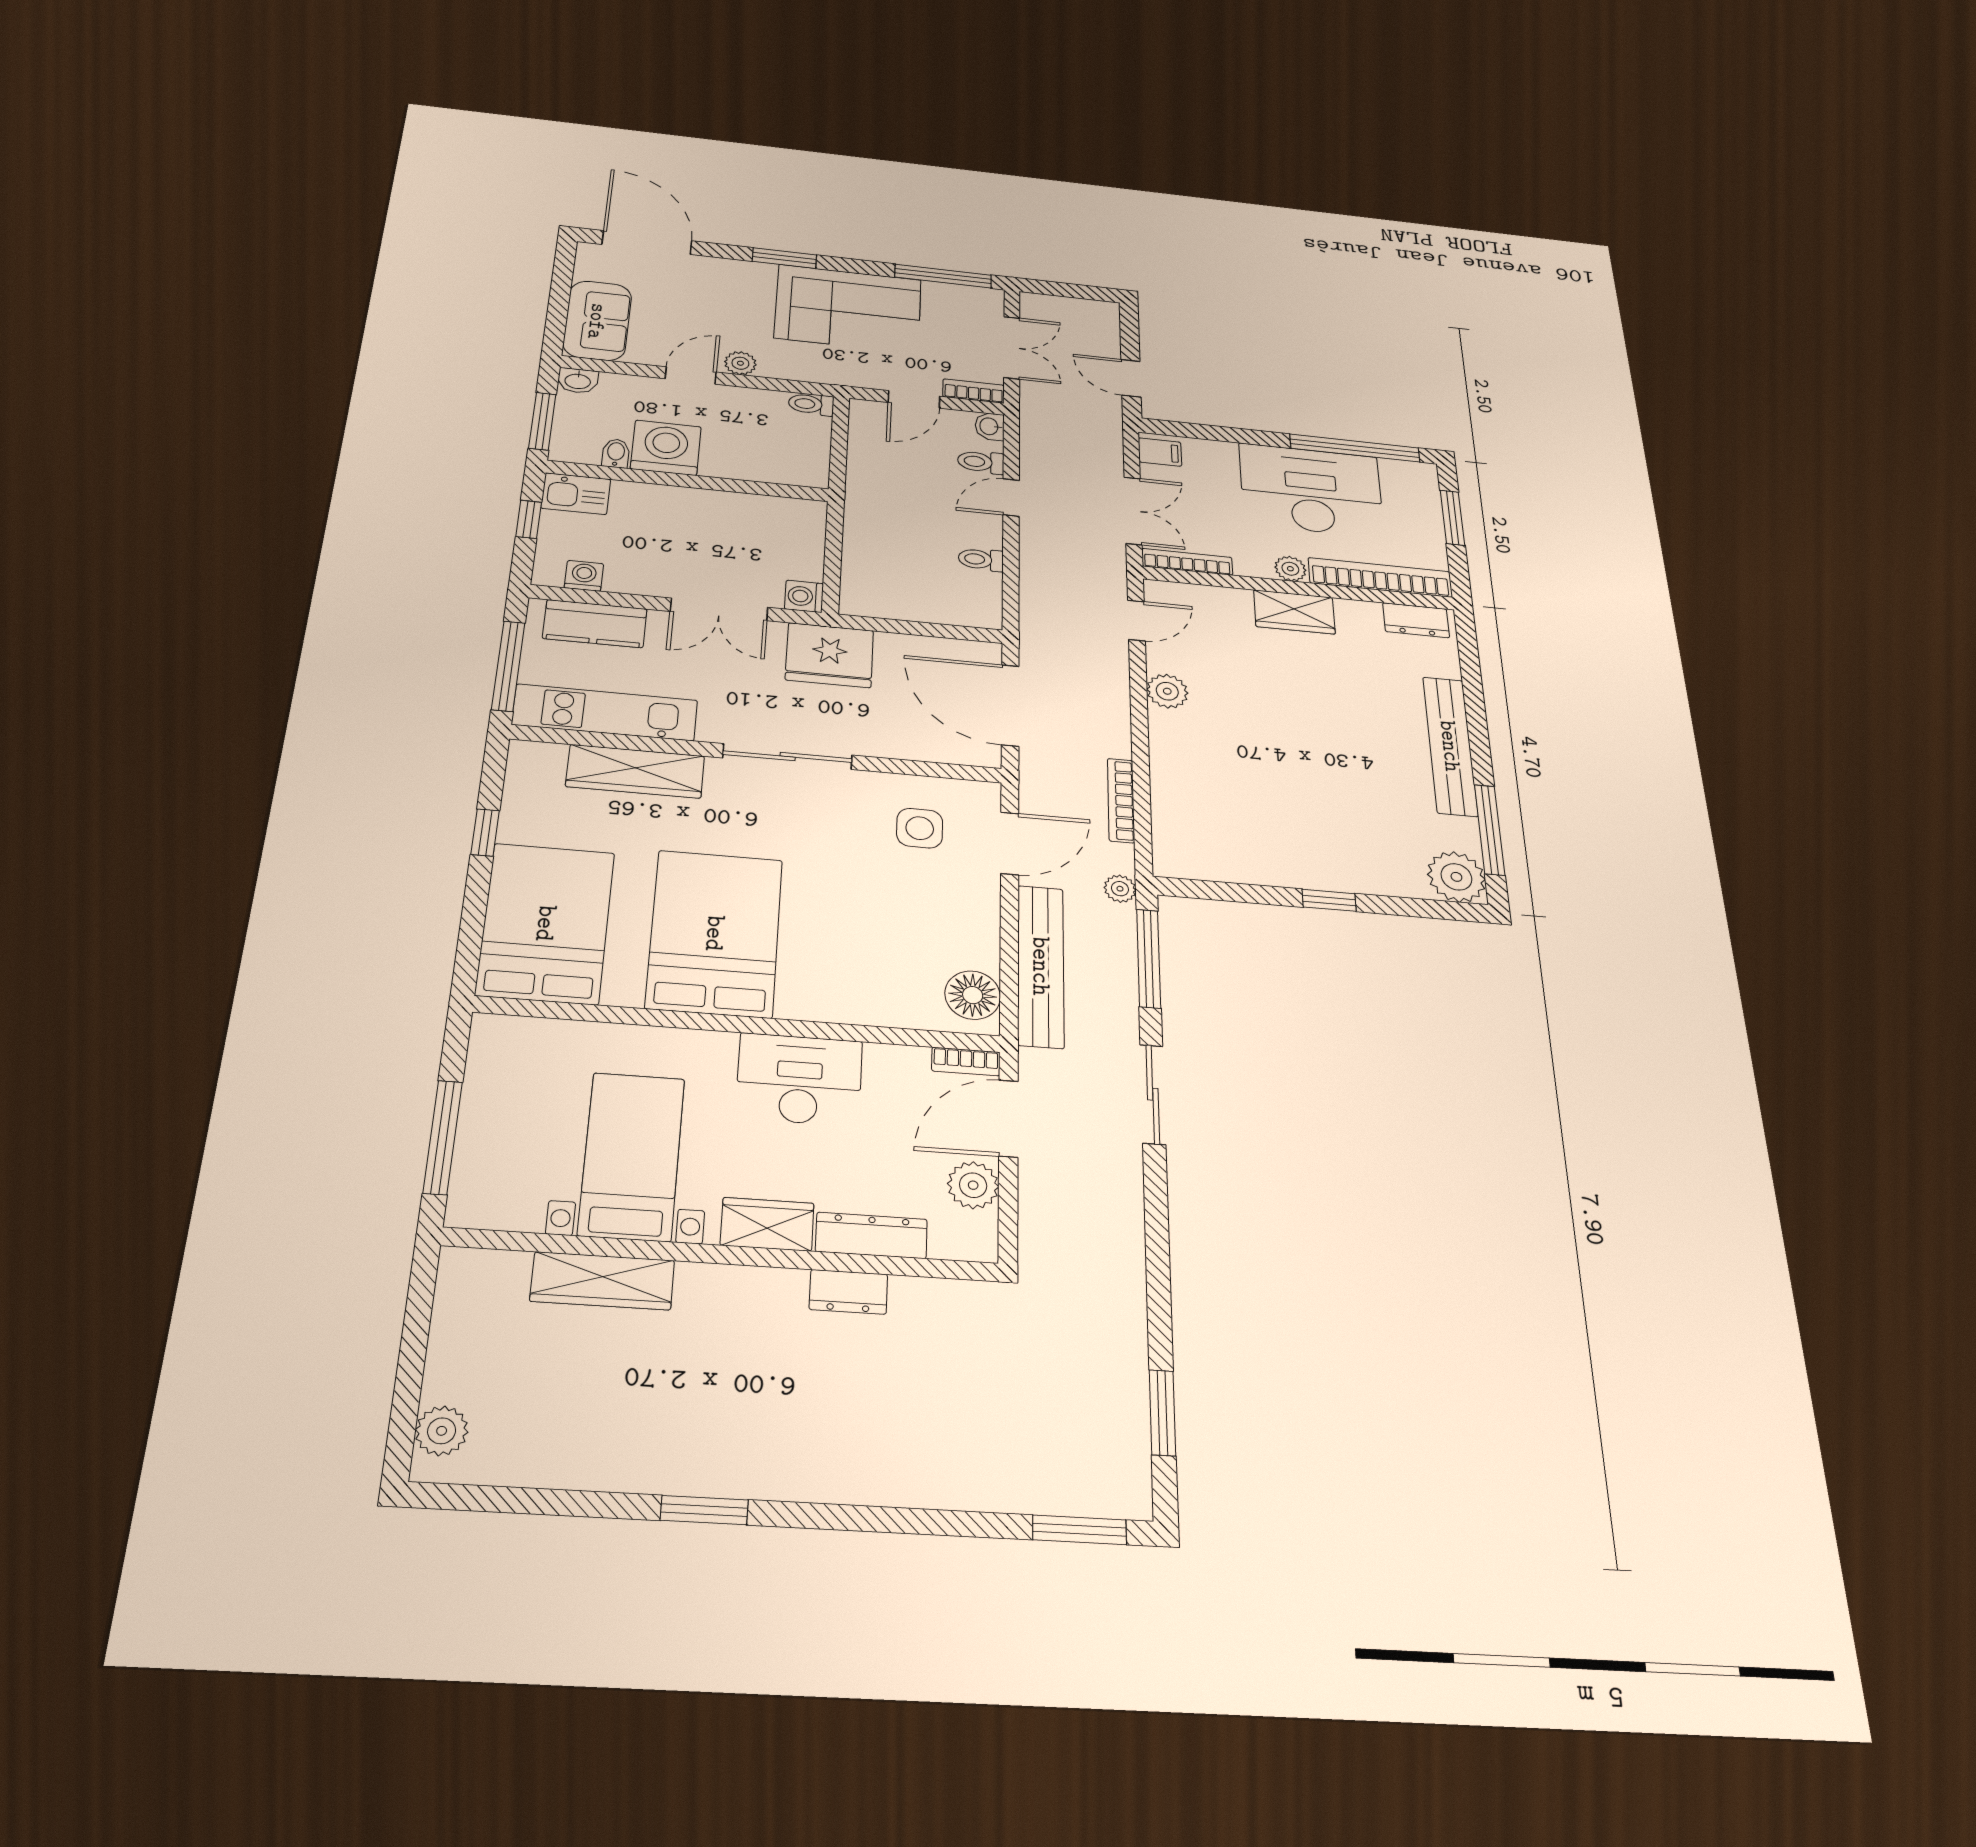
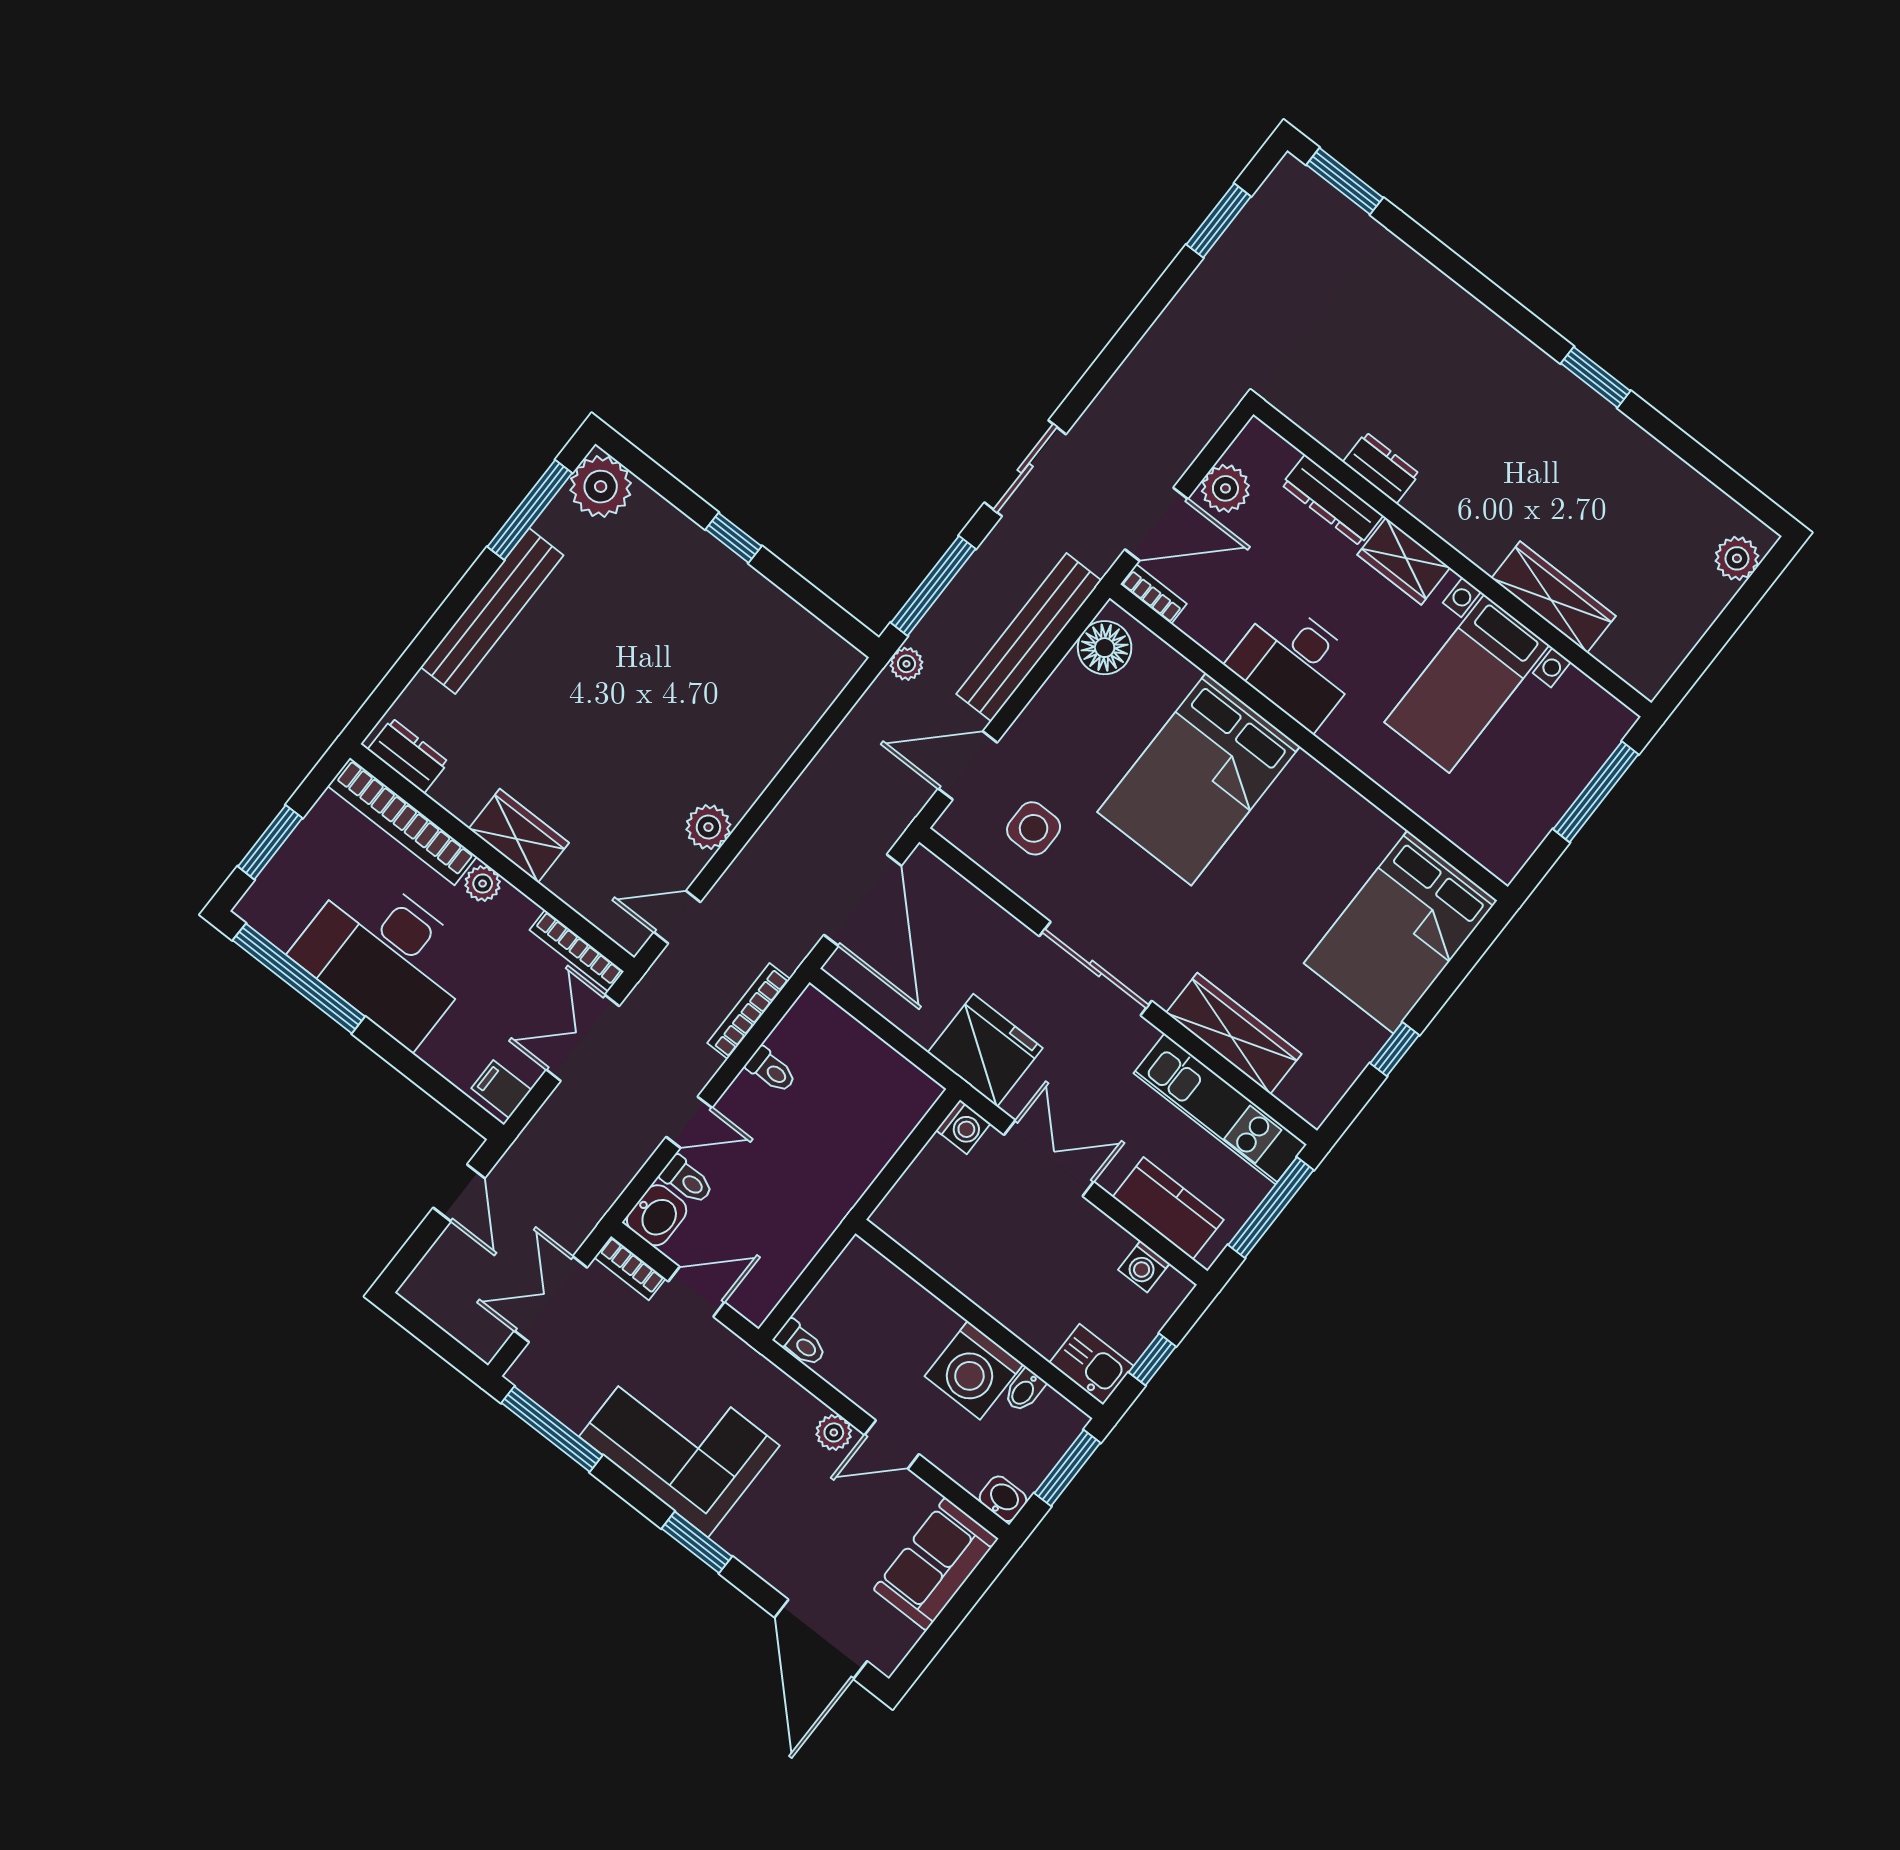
washbasin: (990, 426) -> (657, 1215), width x1.38, depth x1.45
bookcase: (1121, 800) -> (749, 1011), moved, turned 180
bed: (715, 933) -> (1199, 779), moved

